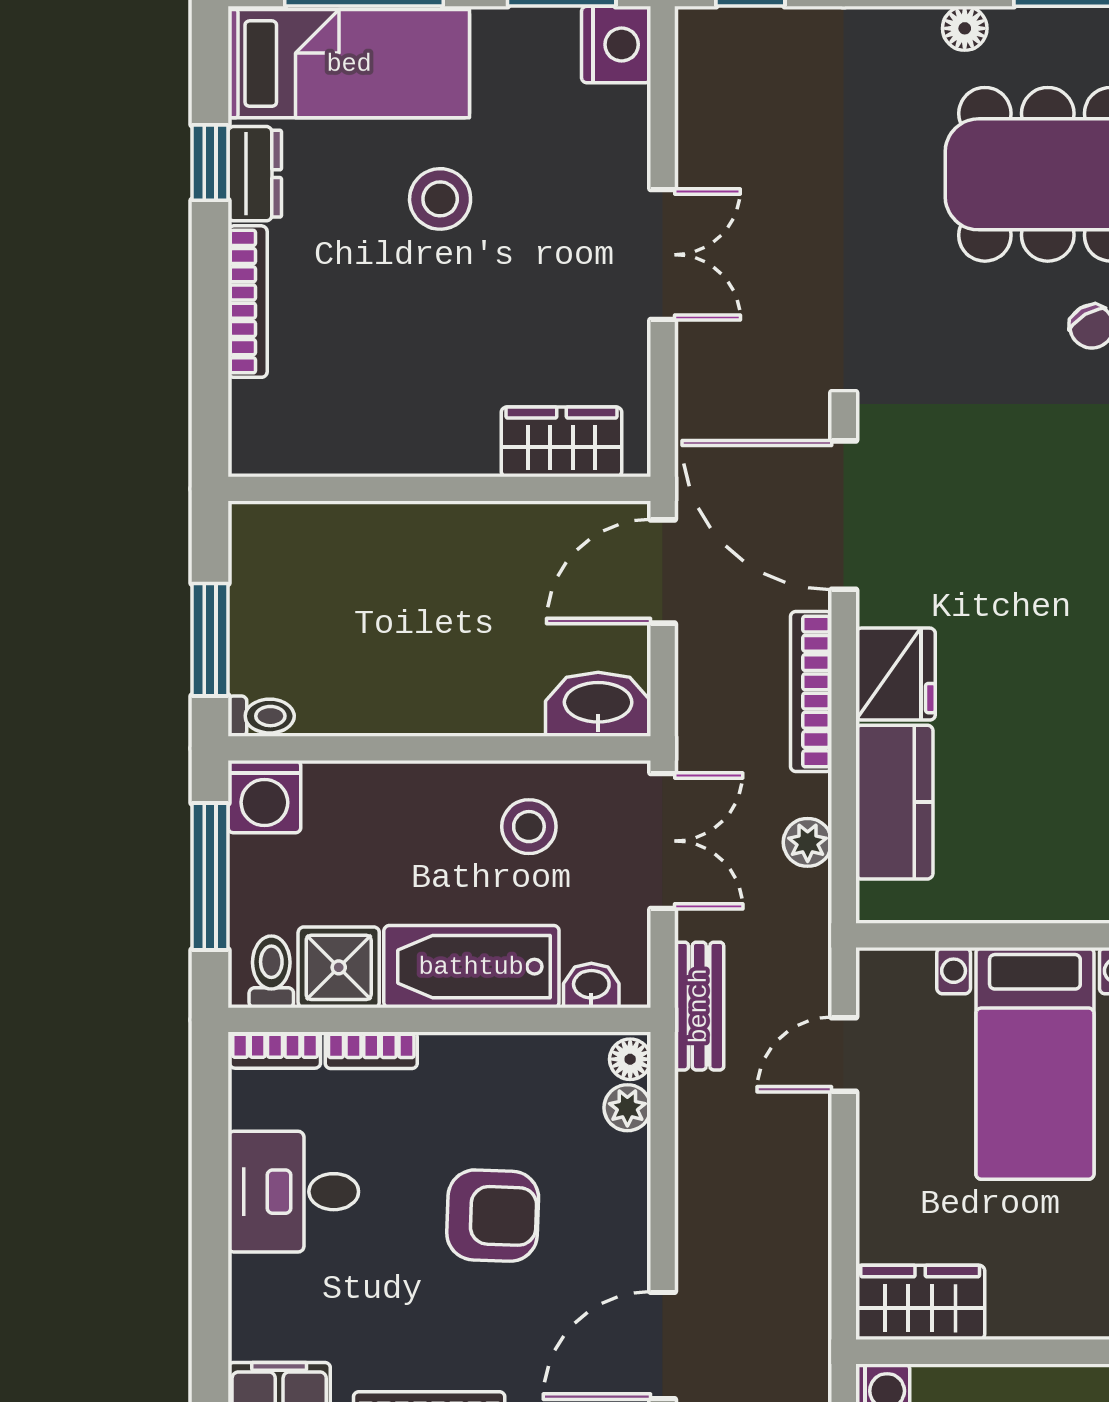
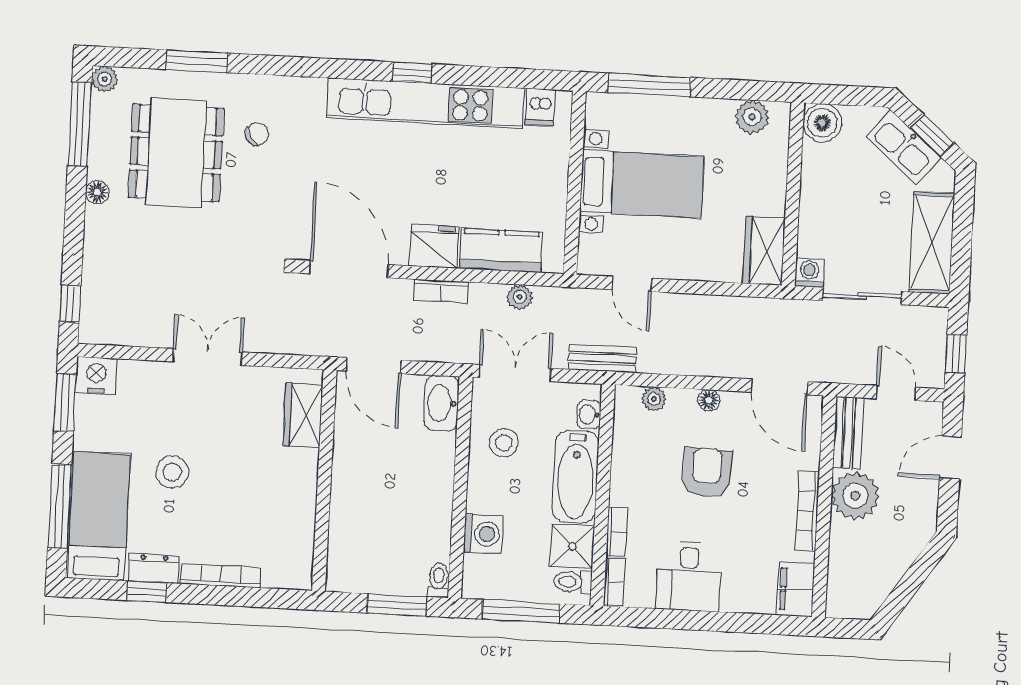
door: (844, 515) -> (349, 269), swing flipped
bookcase: (811, 691) -> (441, 291), width x0.64
washing machine: (264, 797) -> (483, 534), moved
floor lamp: (630, 1059) -> (709, 400), moved

